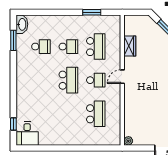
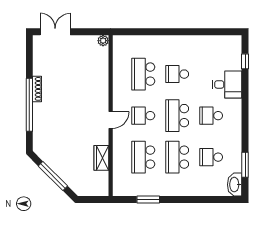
school desk: (68, 47) -> (177, 157), width x1.85
school desk: (41, 80) -> (211, 116), added
school desk: (68, 114) -> (177, 74), added
desk: (27, 134) -> (227, 84), moved, turned 90

